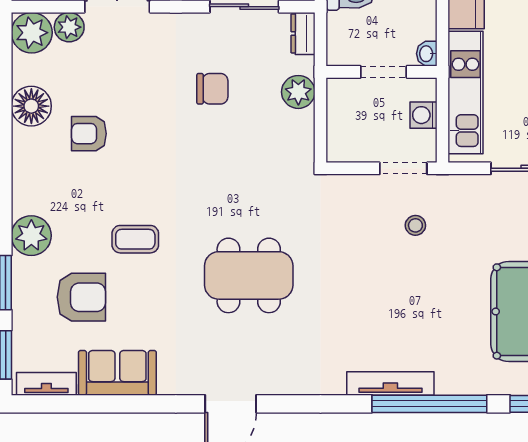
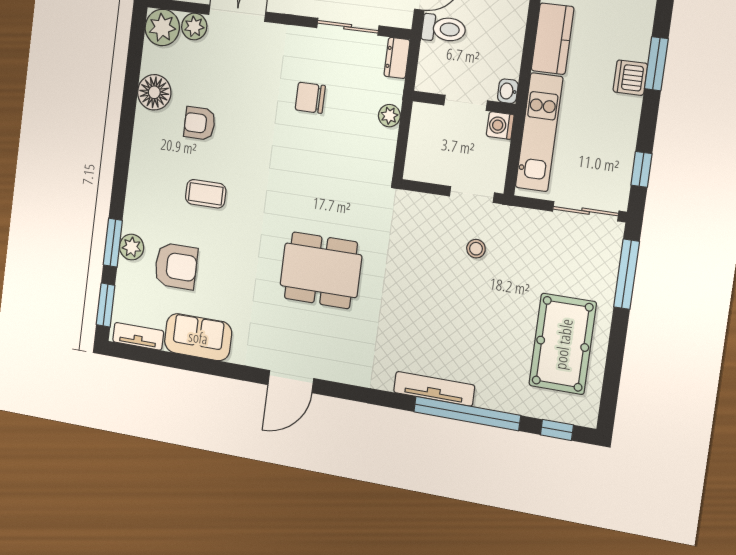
chair: (212, 89) -> (310, 98), turned 180
plant: (298, 92) -> (389, 116), width x0.73, depth x0.73
washing machine: (423, 115) -> (500, 125), moved
plant: (31, 236) -> (132, 247), moved, width x0.73, depth x0.73
coffee table: (135, 239) -> (206, 194), moved

